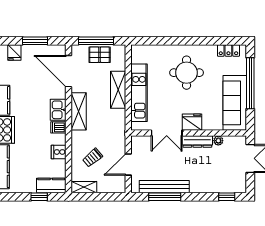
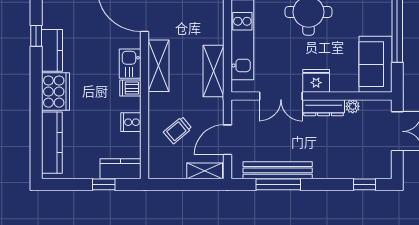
shelving: (118, 90) -> (213, 71), moved
sofa: (235, 103) -> (375, 64), width x0.73
shelving: (84, 187) -> (205, 171), moved

